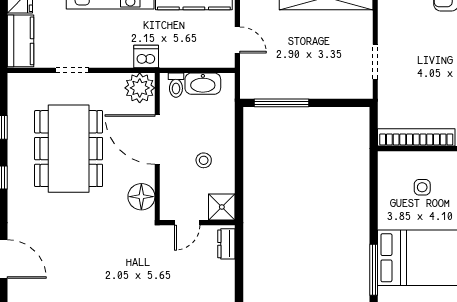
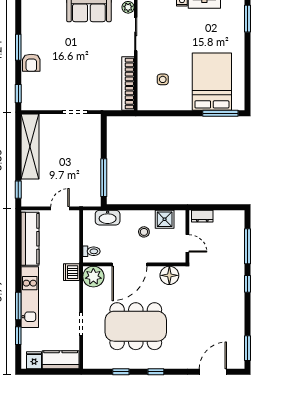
washbasin: (203, 84) -> (108, 218), moved, turned 90
shower: (222, 207) -> (165, 219), moved

